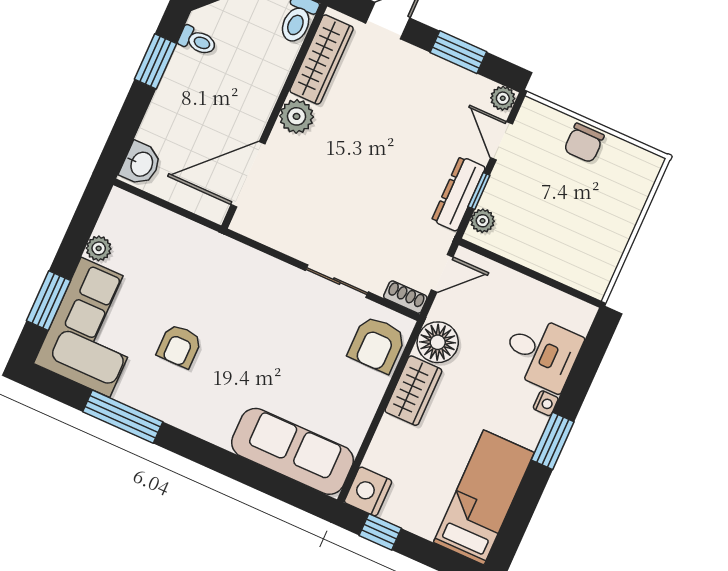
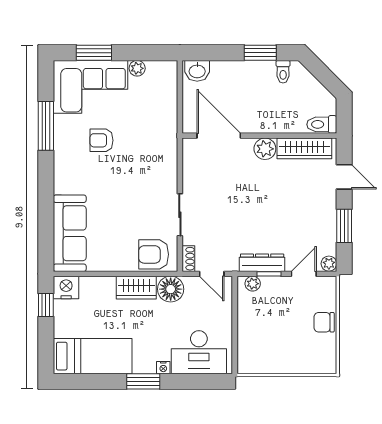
desk: (542, 353) -> (199, 352), width x1.37

